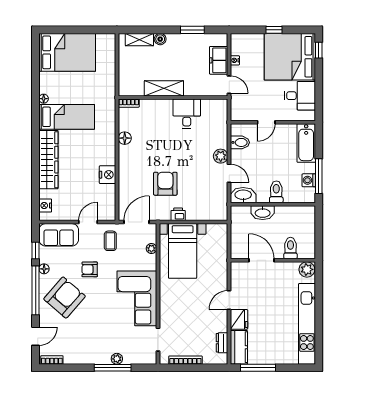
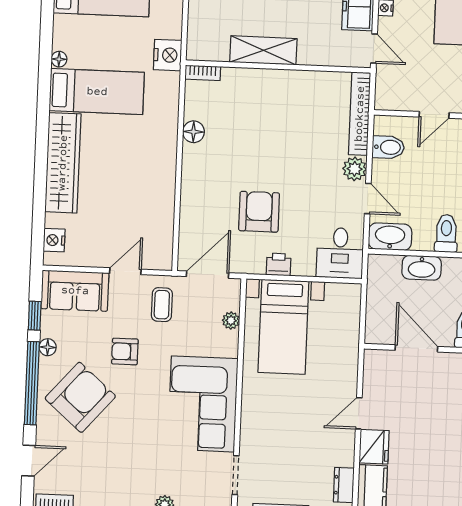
desk: (187, 114) -> (340, 253), moved, turned 180
bookcase: (222, 123) -> (360, 114), added
nightstand: (108, 175) -> (168, 55), moved

